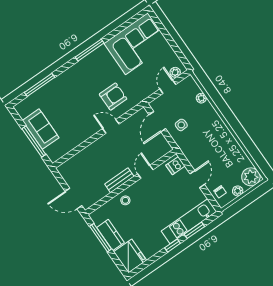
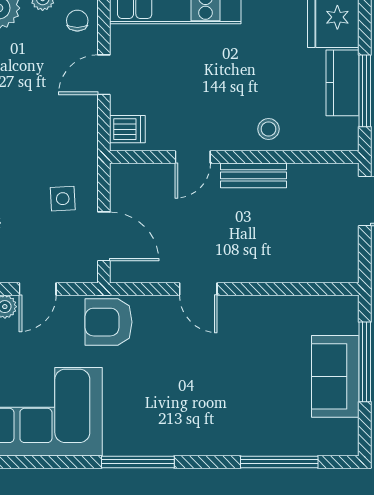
armchair: (113, 97) -> (109, 322), moved
door: (157, 122) -> (104, 236), hinge flipped

